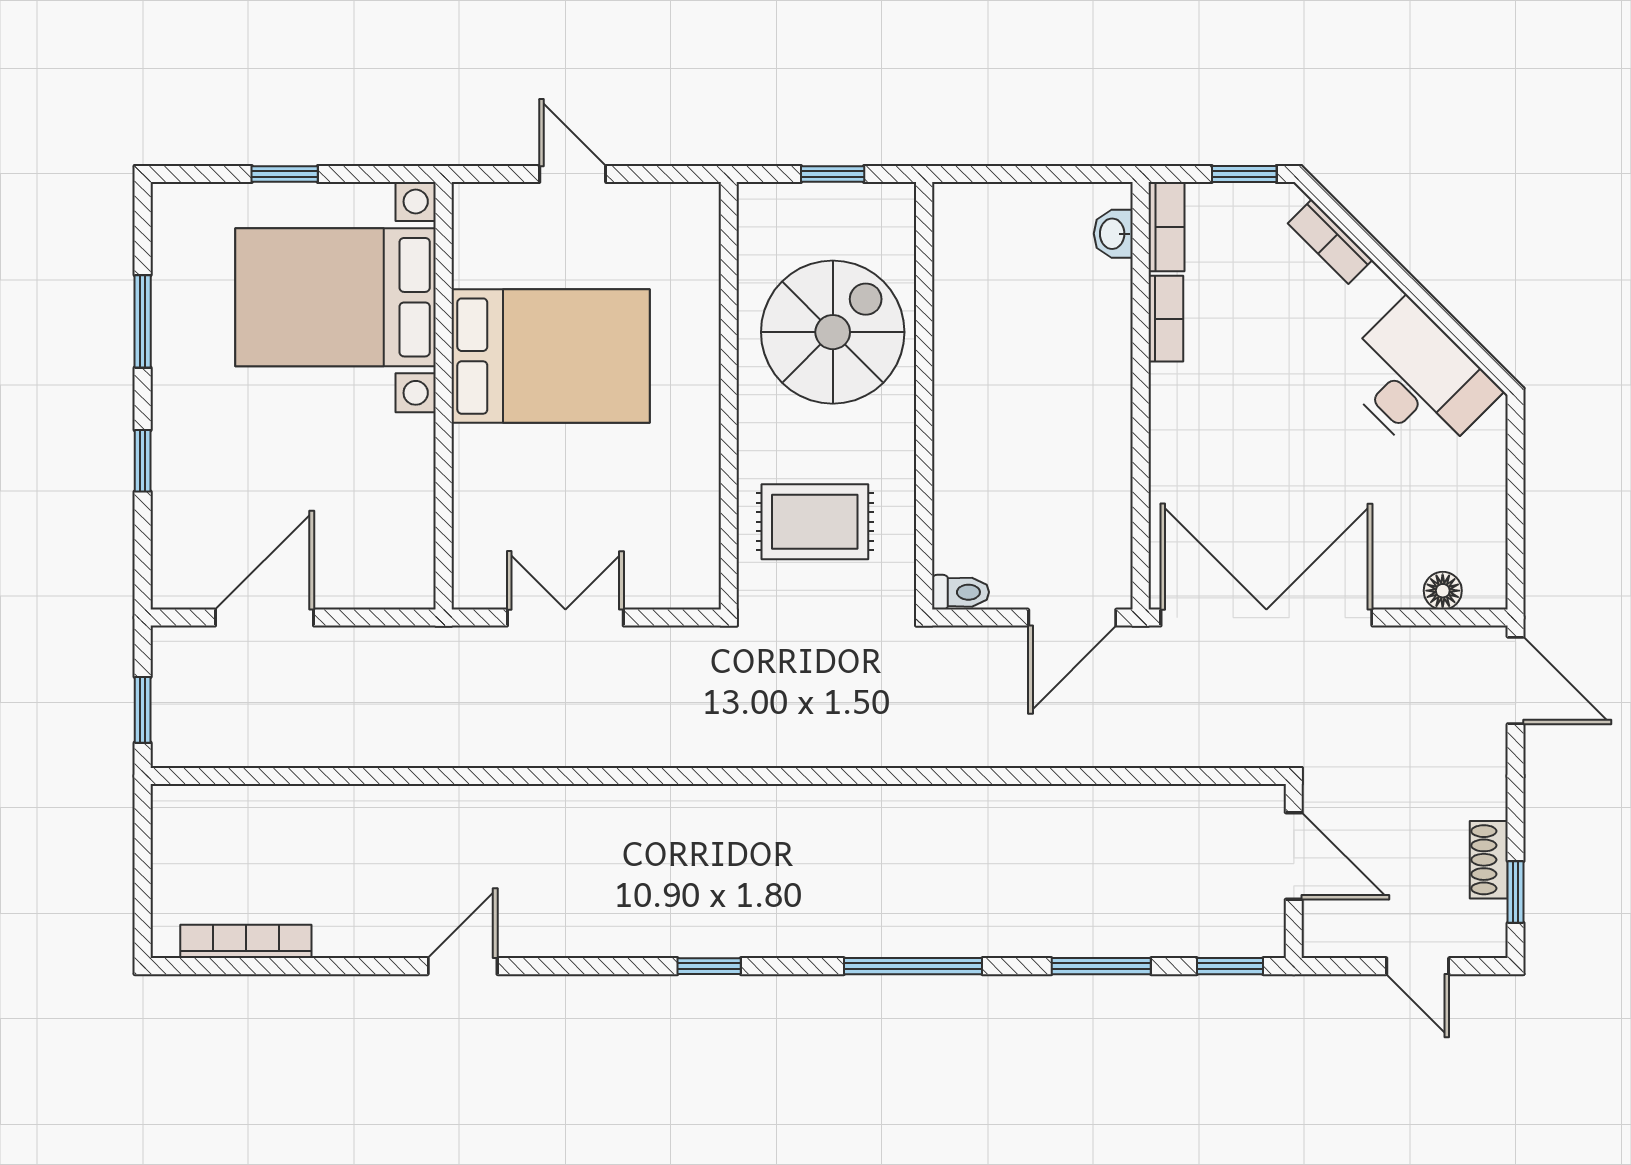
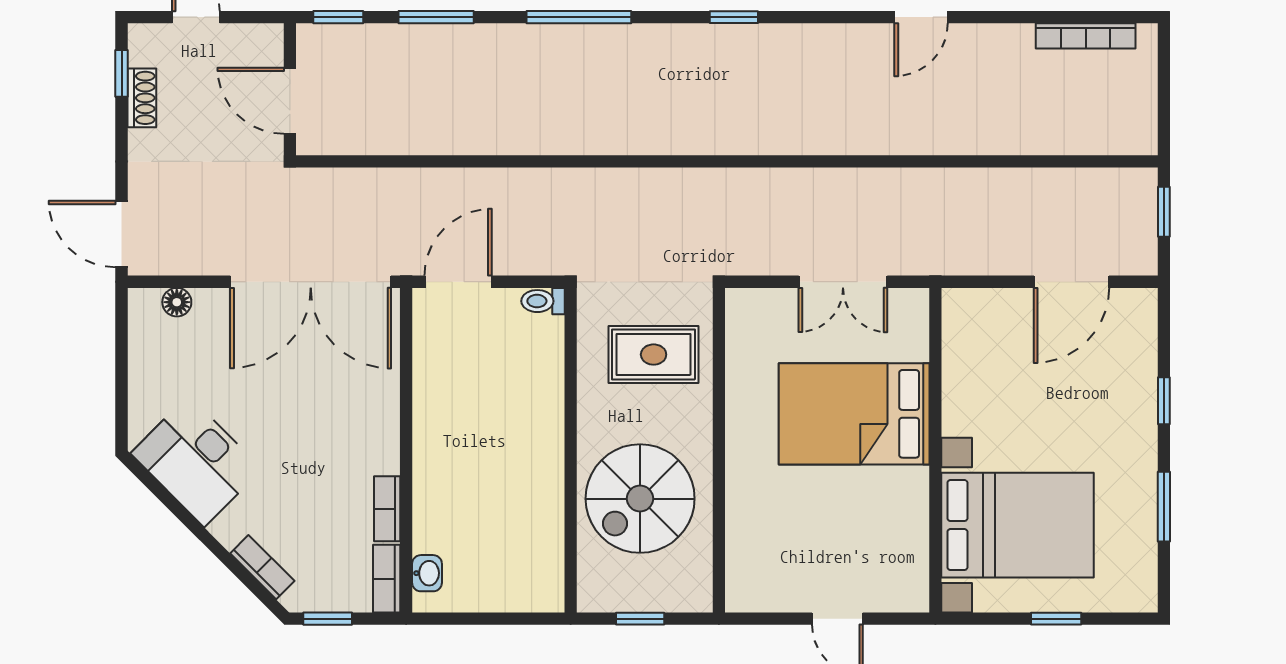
bed: (551, 356) -> (854, 414), moved

